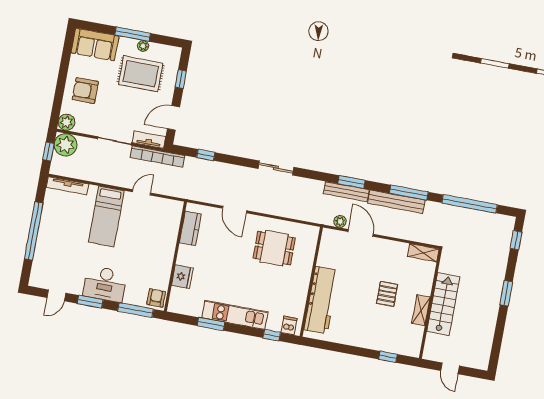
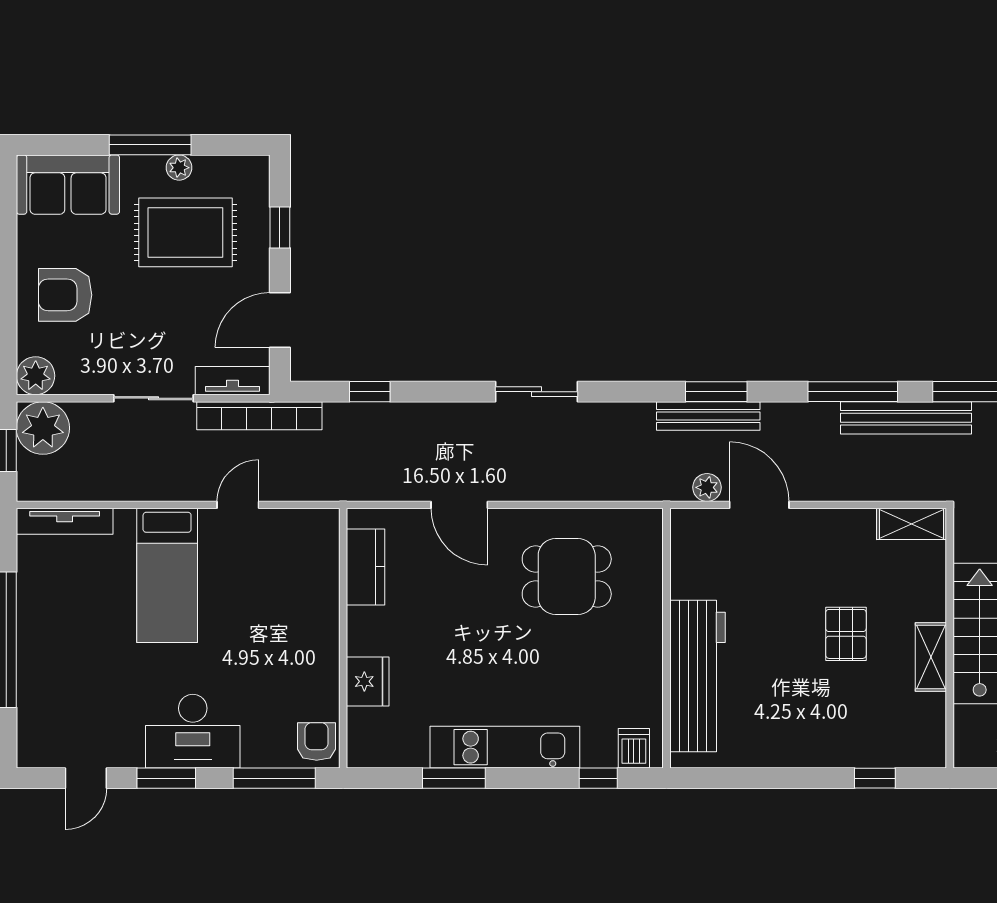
bench: (396, 202) -> (906, 418), moved

